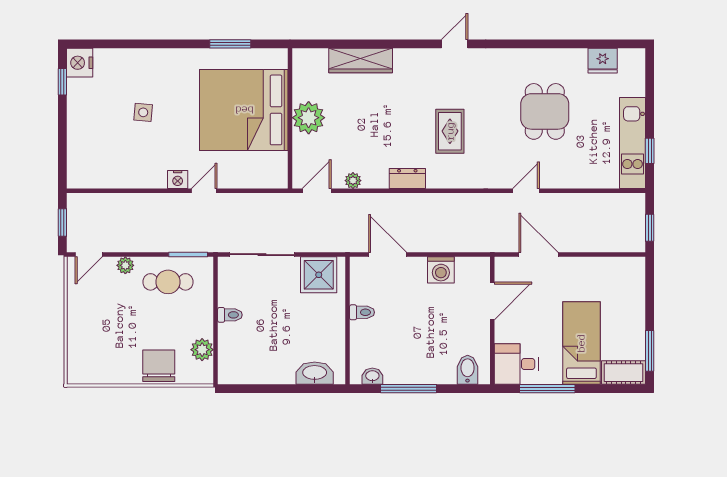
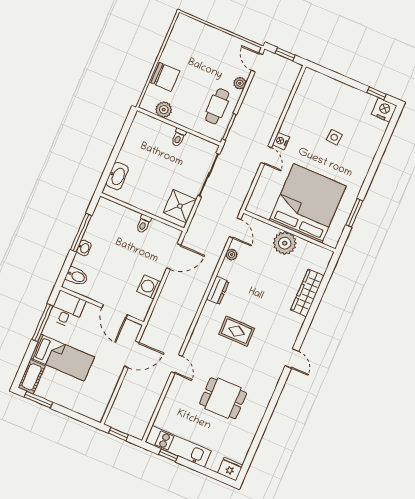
fridge: (603, 61) -> (230, 469), moved, turned 90
washbasin: (372, 376) -> (84, 248), moved

